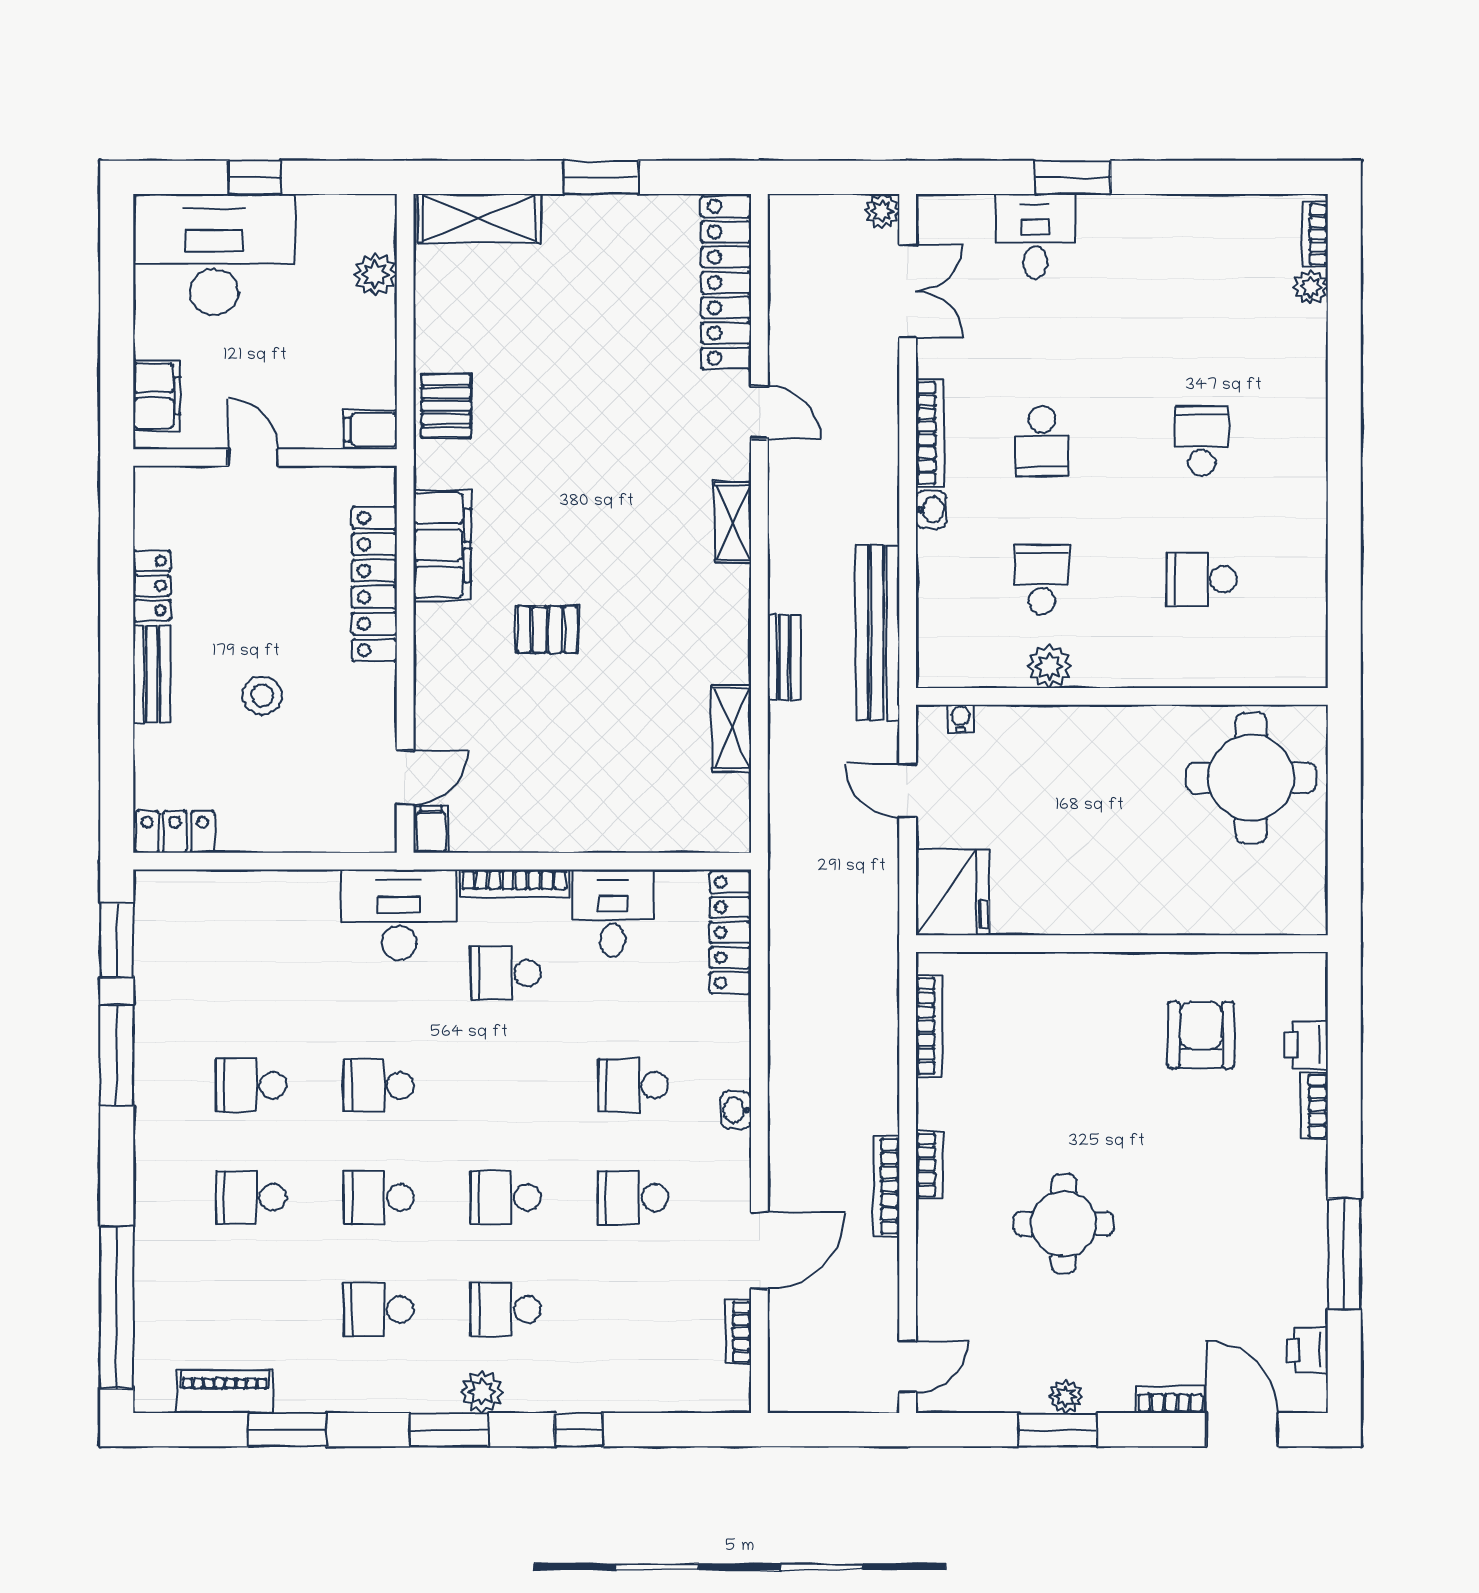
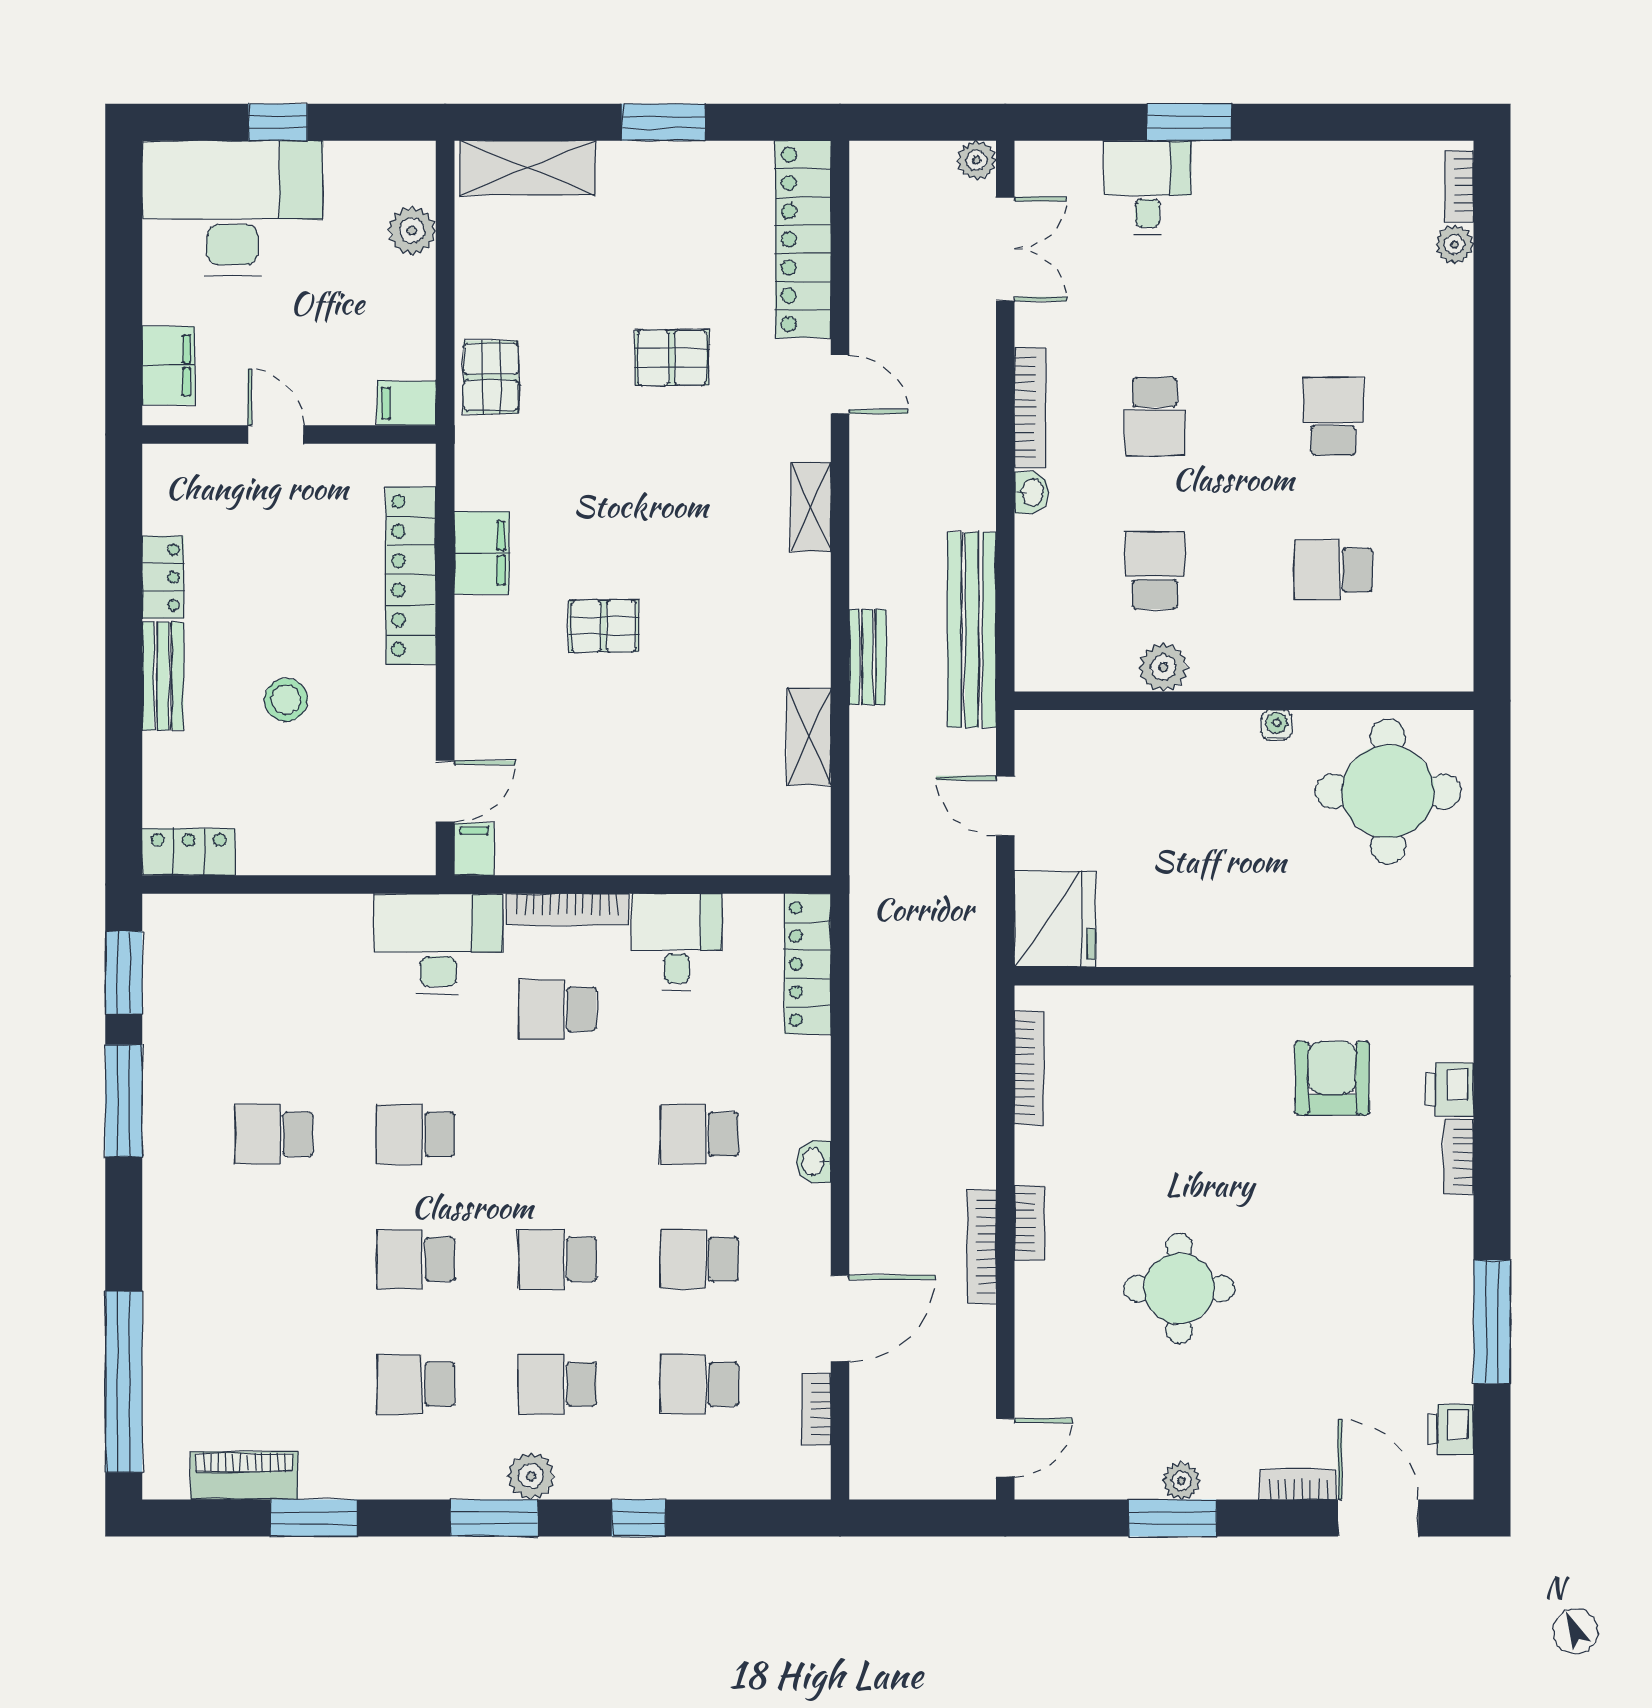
pallet: (609, 389) -> (672, 358), added
filing cabinet: (442, 545) -> (482, 553), width x0.67, depth x0.86
water cooler: (960, 718) -> (1277, 725), moved
school desk: (251, 1197) -> (699, 1384), moved

